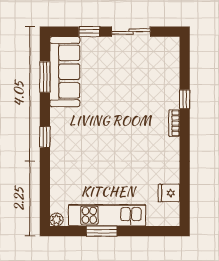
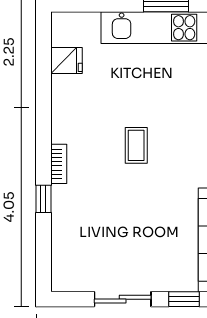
coffee table: (122, 136) -> (136, 145), added

